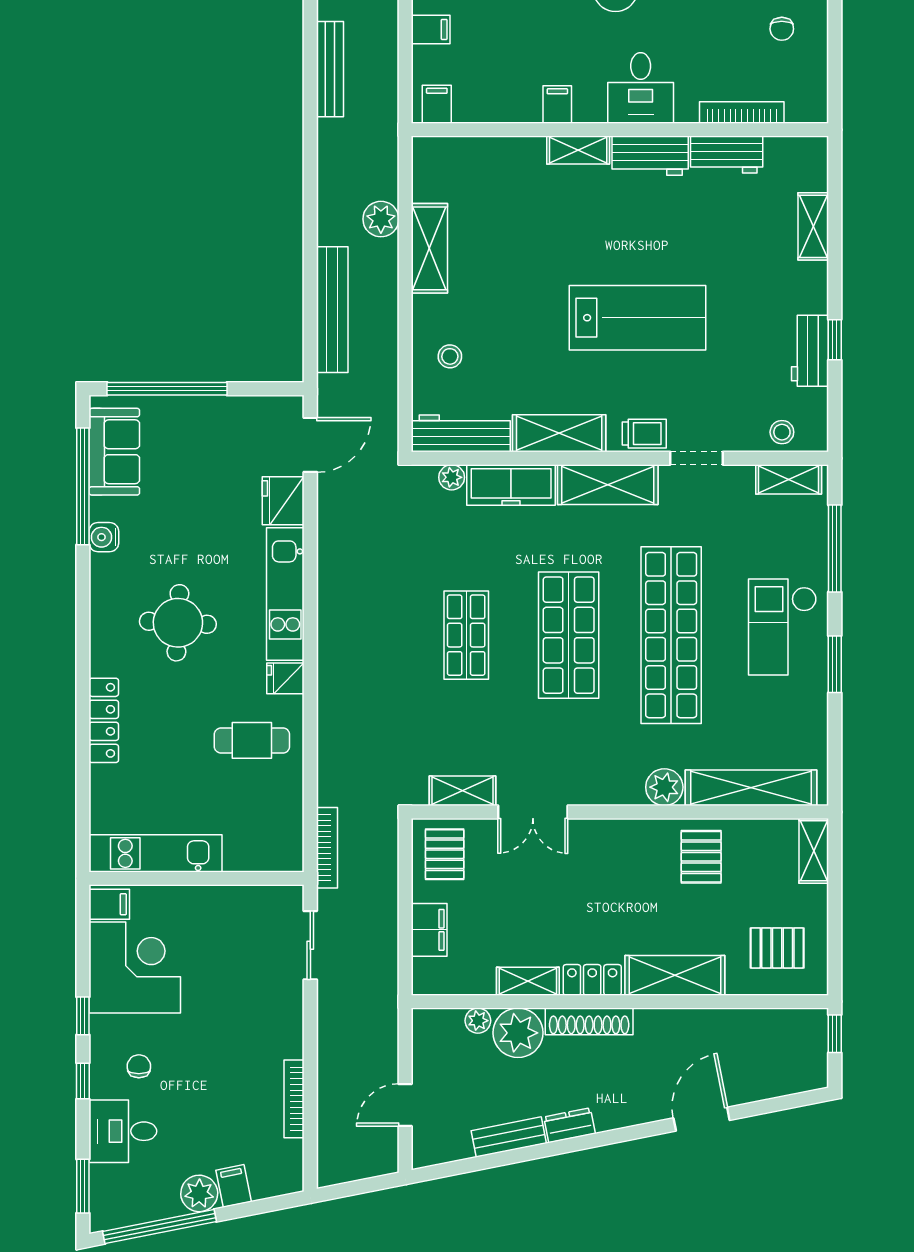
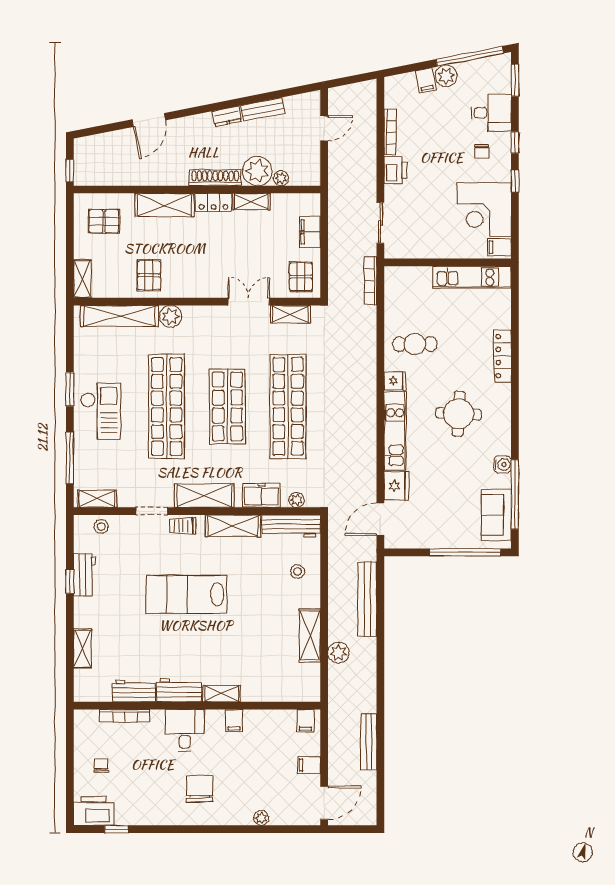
freezer: (511, 485) -> (261, 495), width x0.71
shop shelf: (466, 635) -> (288, 406), width x2.00, depth x1.36
printer: (285, 1034) -> (395, 170), added

